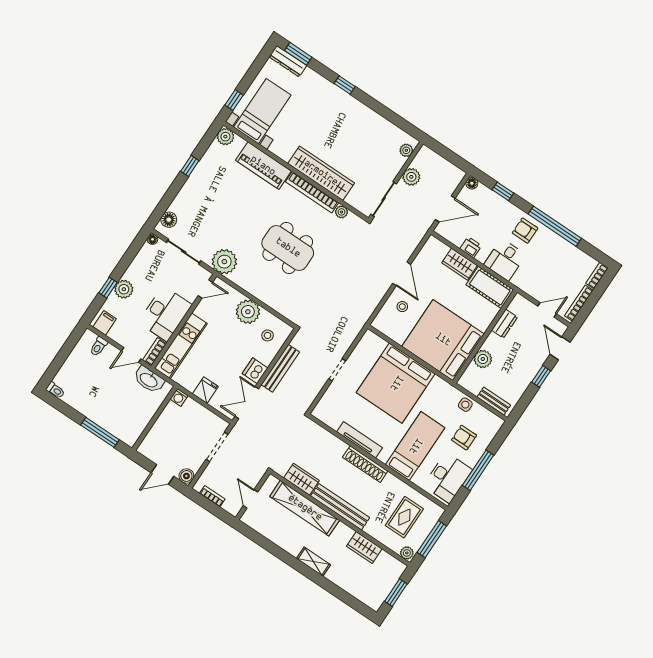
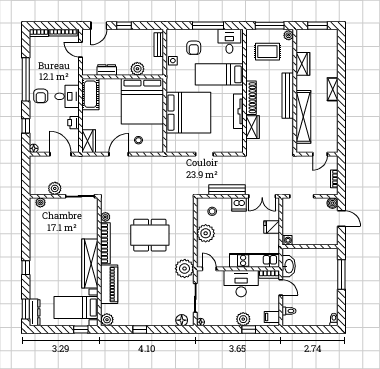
wardrobe: (321, 173) -> (90, 263), moved
dining table: (288, 248) -> (150, 235), turned 90
wardrobe: (460, 264) -> (89, 141), moved
desk: (448, 478) -> (229, 41), width x0.73
wardrobe: (302, 479) -> (253, 127), moved, turned 180

